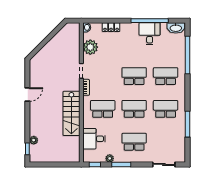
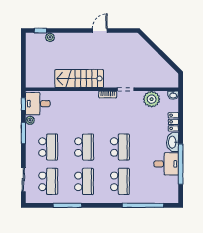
washbasin: (176, 28) -> (173, 142), moved
door: (27, 95) -> (100, 30), swing flipped
school desk: (103, 109) -> (48, 181), moved
desk: (94, 139) -> (38, 104), moved, turned -90

